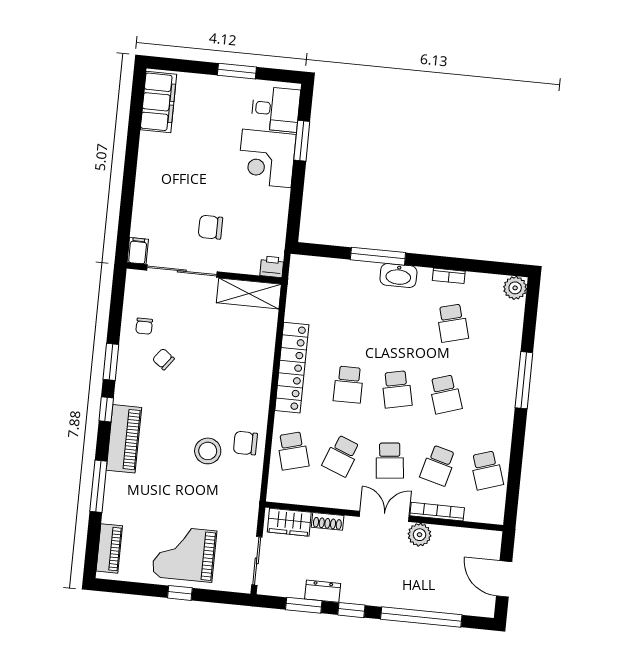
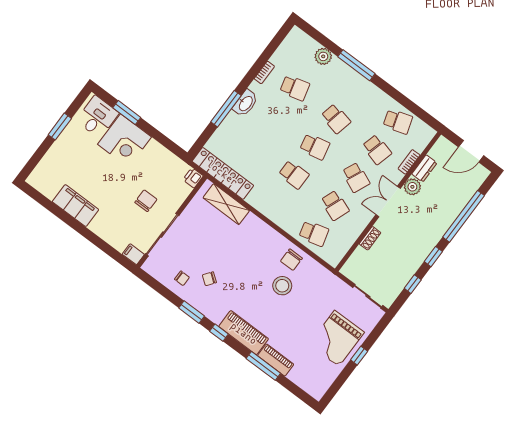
filing cabinet: (158, 102) -> (75, 206), moved
chair: (210, 227) -> (146, 201), turned 180
plant: (515, 288) -> (323, 56), moved
shelving: (249, 293) -> (226, 204), moved, turned 90
locker: (292, 368) -> (223, 173), moved
school desk: (445, 394) -> (336, 119), turned 30
school desk: (390, 461) -> (356, 177), turned 30
bookcase: (437, 512) -> (409, 162), width x0.64
wardrobe: (289, 522) -> (356, 262), removed
piano: (109, 548) -> (276, 360), moved
dresser: (323, 591) -> (424, 168), moved, turned 180
window: (304, 605) -> (413, 284), width x0.67

